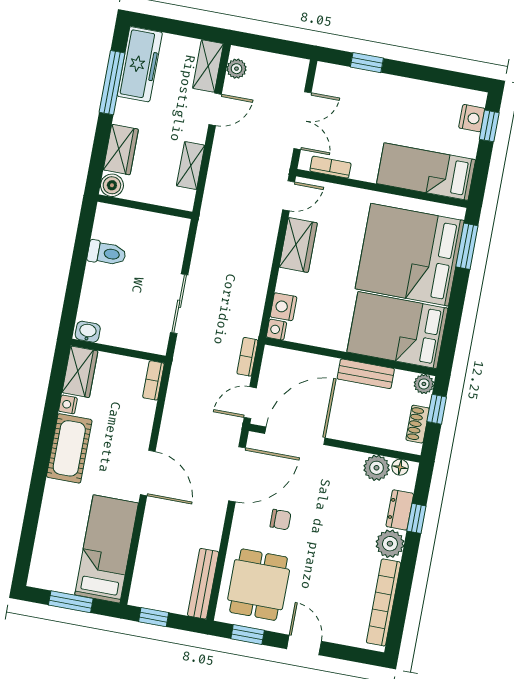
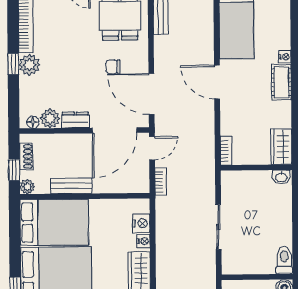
toilet: (107, 253) -> (284, 260), moved, turned 90
sliding door: (179, 304) -> (218, 227), moved
nightstand: (276, 330) -> (143, 241), moved
nightstand: (68, 404) -> (285, 57), moved
cot: (69, 448) -> (281, 82), width x0.73, depth x0.75
door: (237, 474) -> (151, 94), hinge flipped
dresser: (400, 510) -> (75, 120), moved, turned -90
window: (416, 518) -> (13, 64), moved

